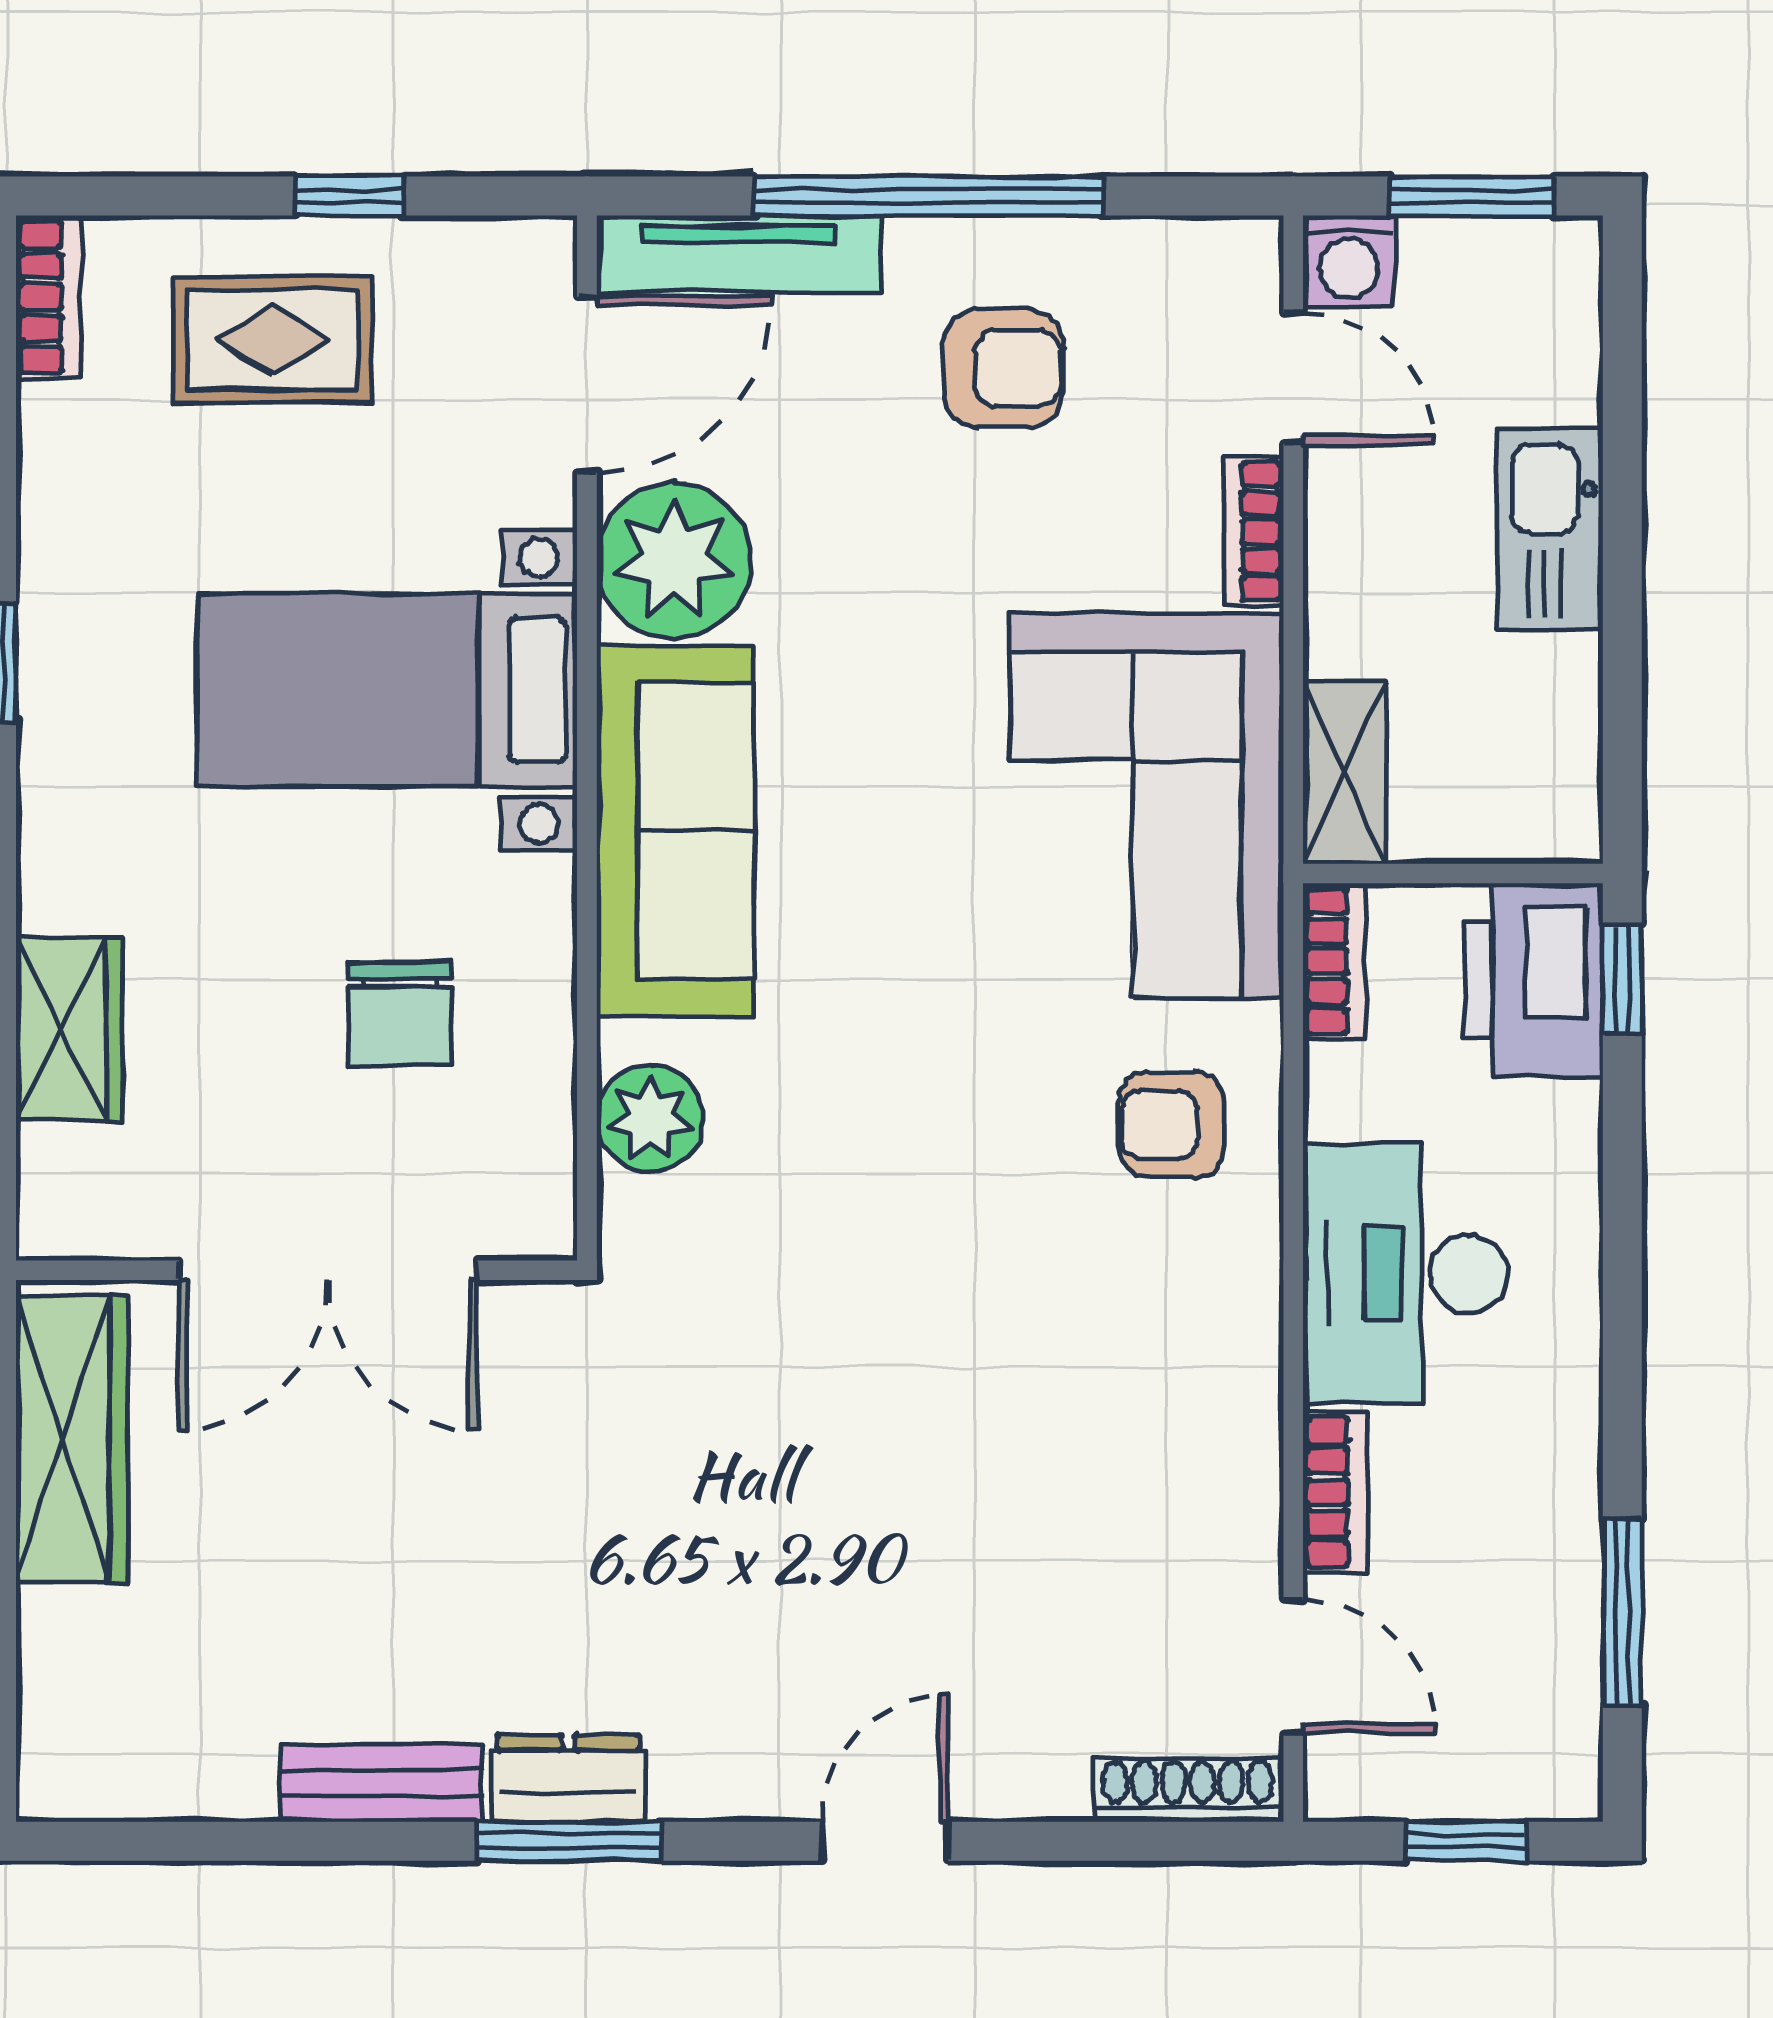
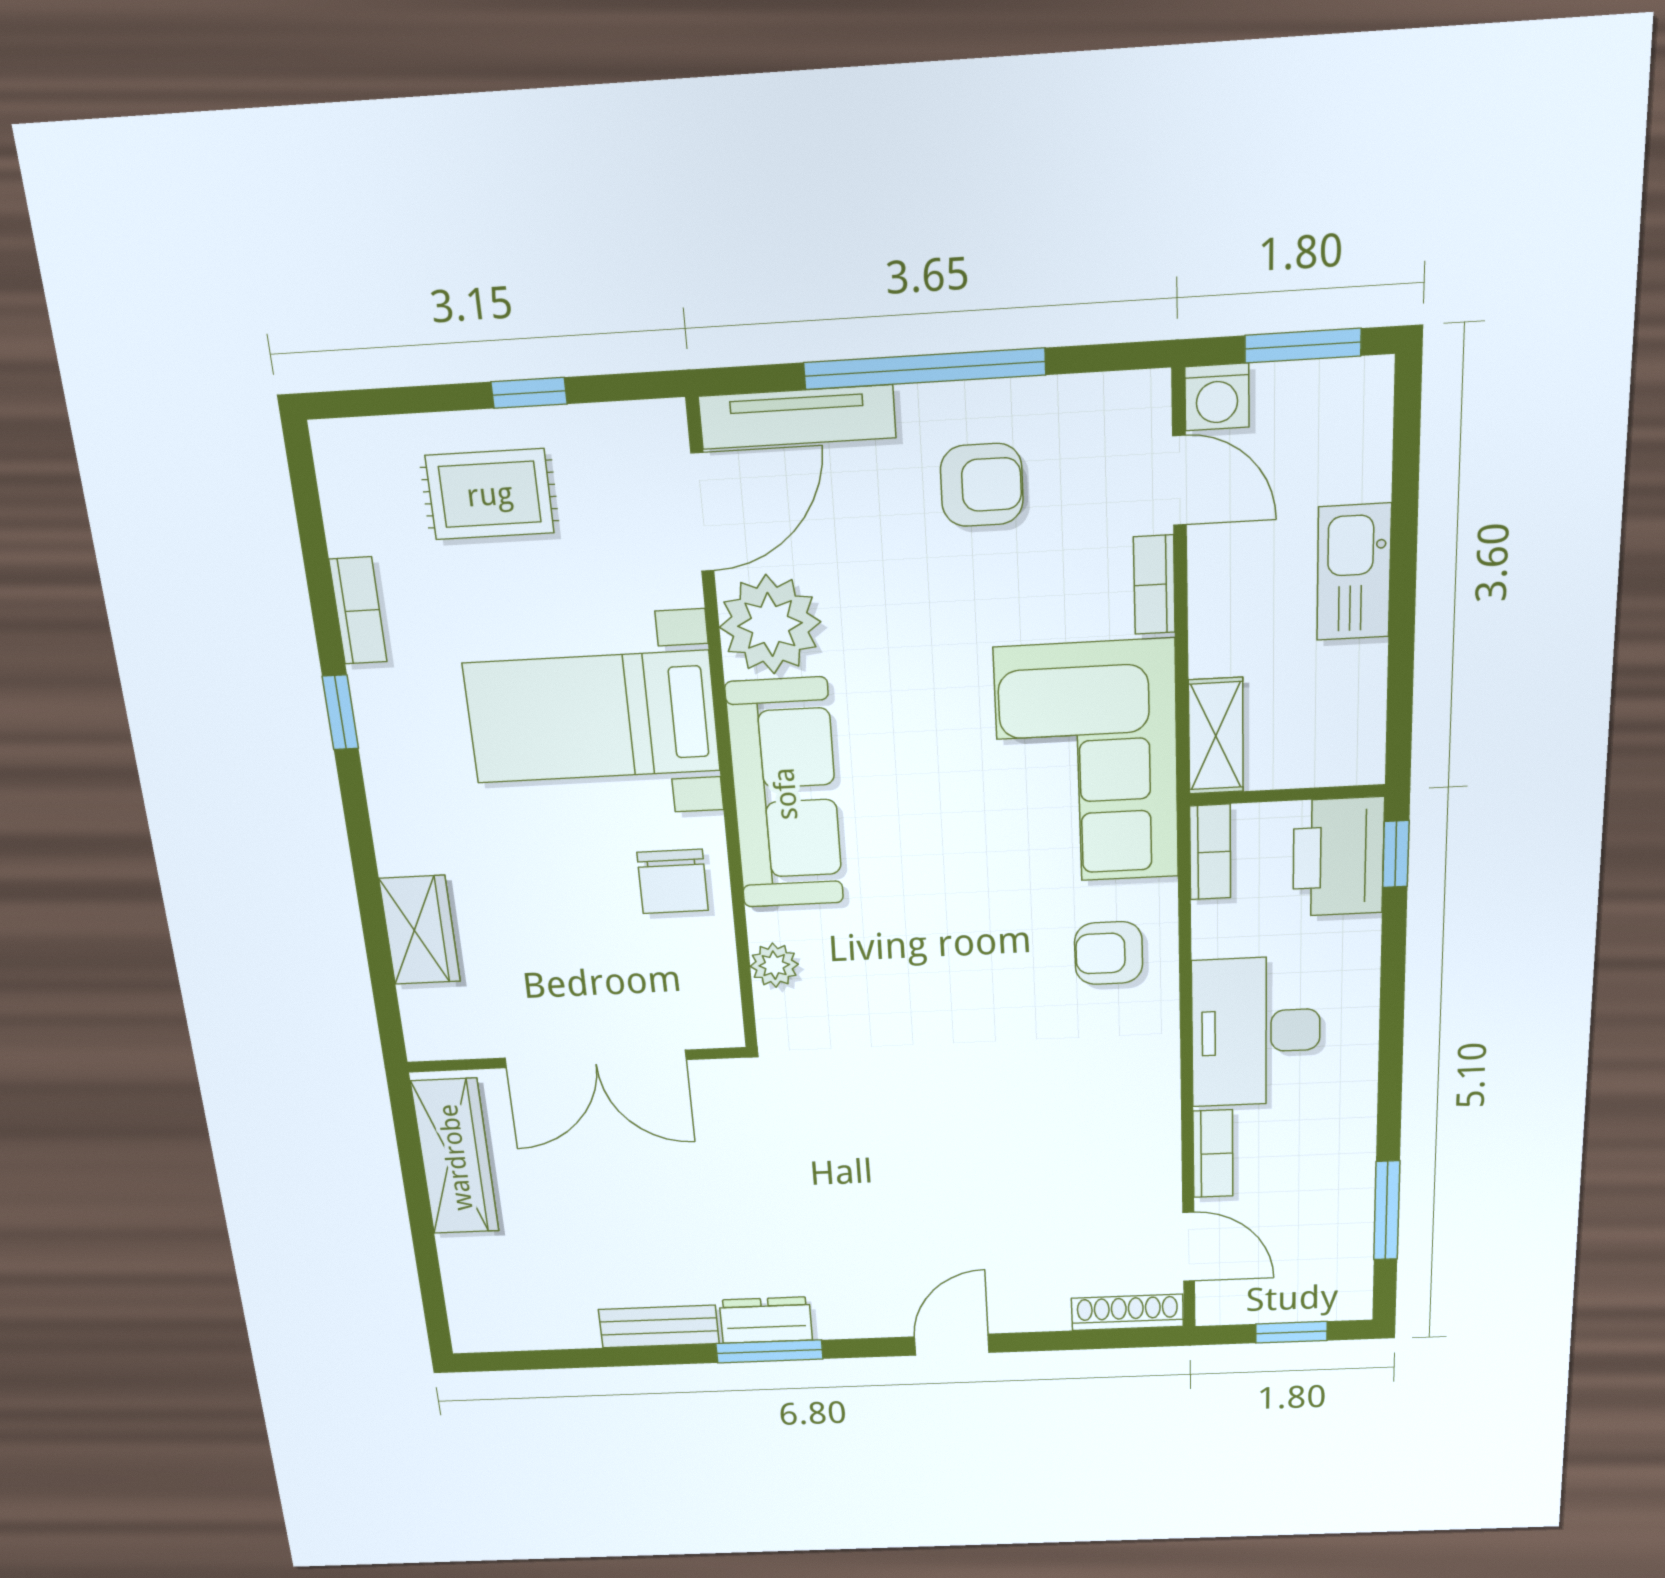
bookcase: (49, 297) -> (358, 611), moved
chair: (400, 1014) -> (673, 881), moved
plant: (650, 1119) -> (774, 965), width x0.73, depth x0.73

